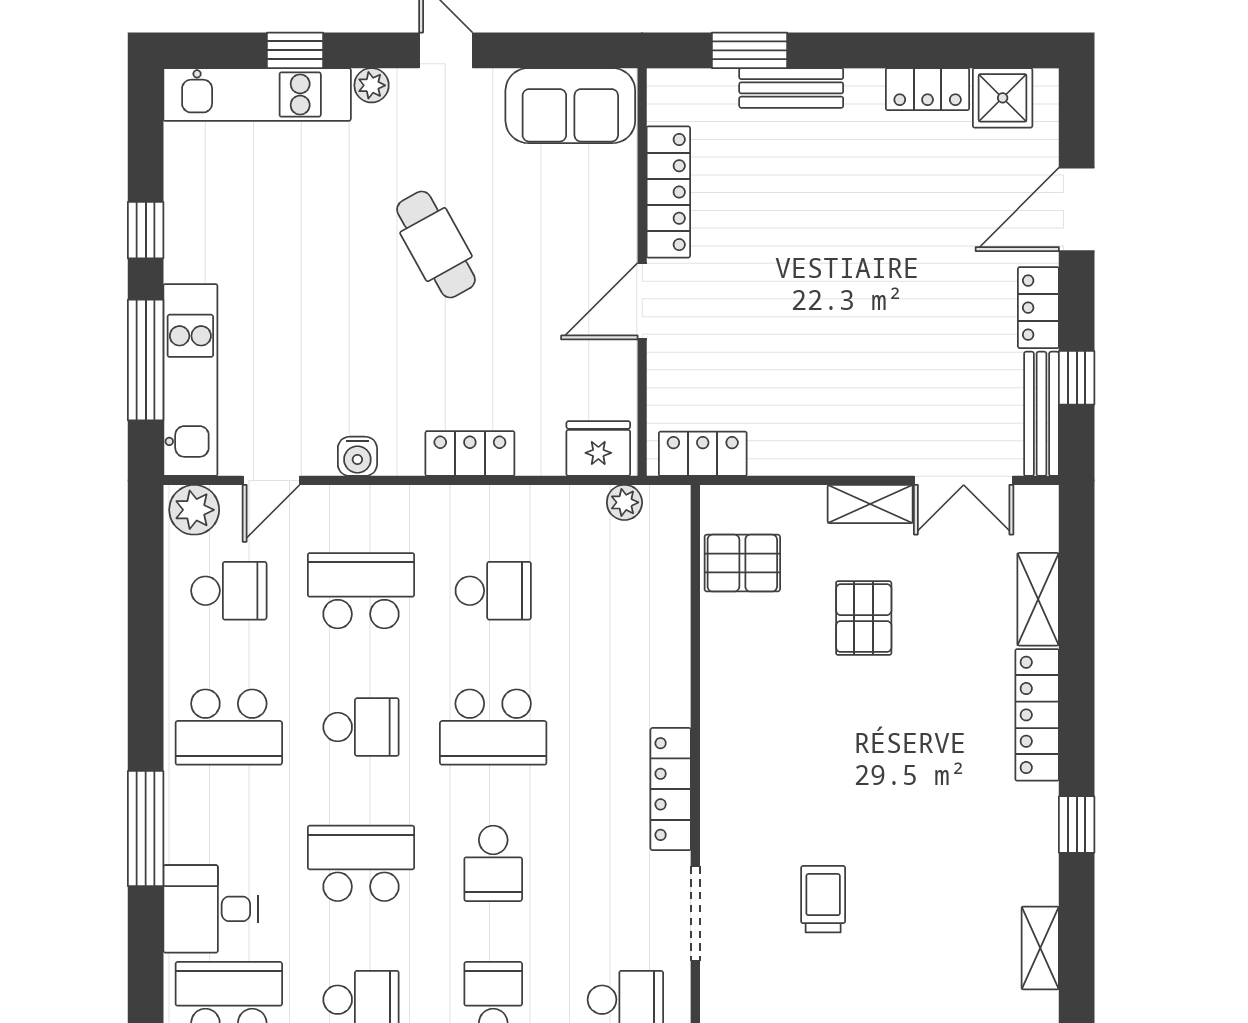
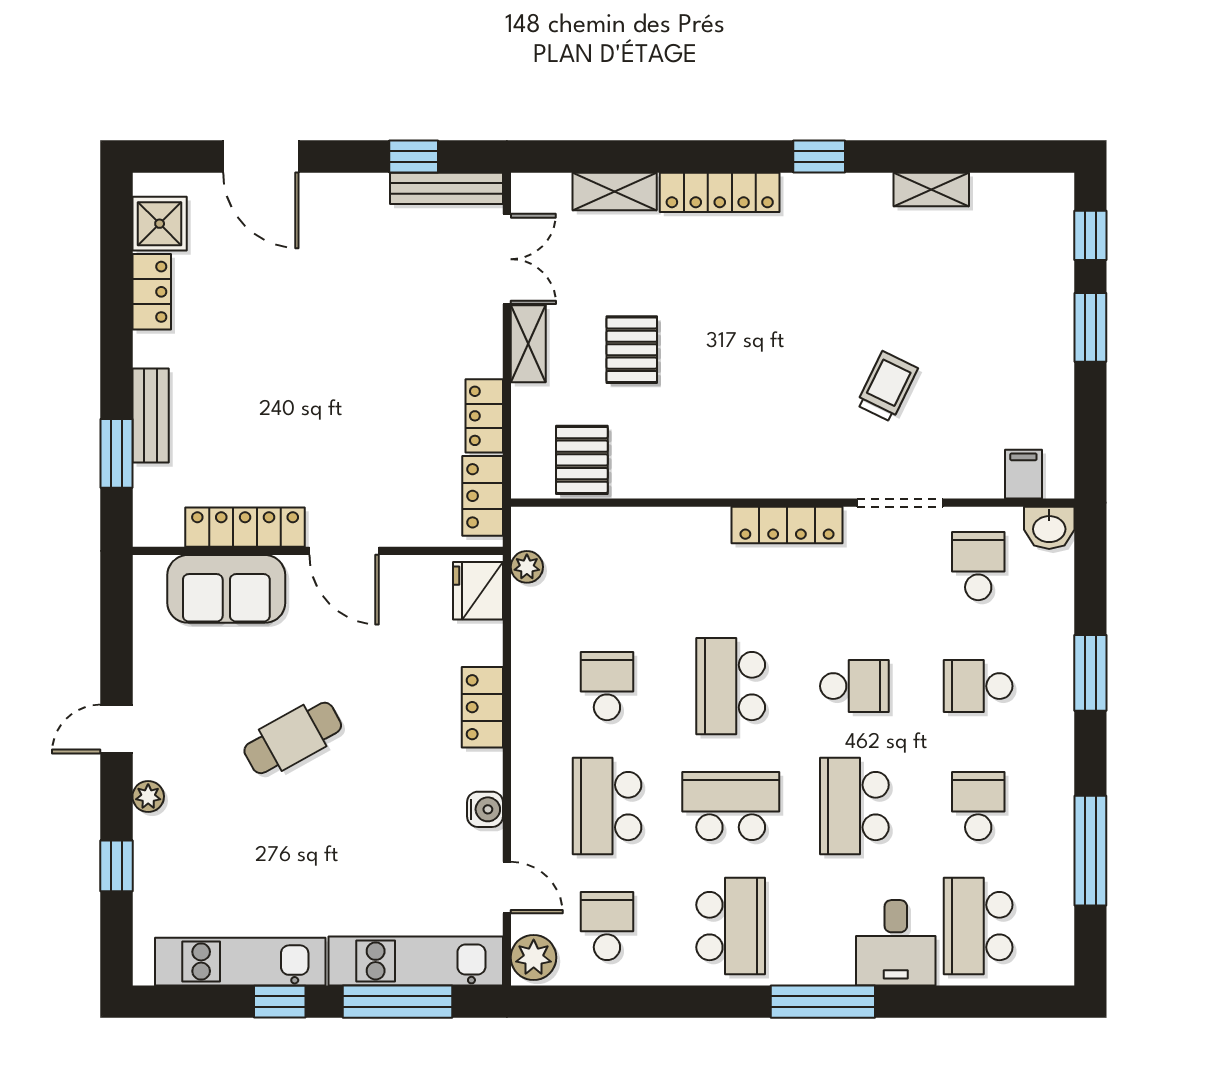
kitchen unit: (257, 94) -> (240, 962), moved, turned -90
sofa: (570, 106) -> (226, 589), moved, turned 90
locker: (1038, 308) -> (484, 416), moved, turned 90
pallet: (864, 618) -> (632, 350), turned 90
school desk: (361, 727) -> (731, 806), width x1.85
school desk: (493, 727) -> (731, 686), turned 180
trolley: (823, 899) -> (887, 387), turned 116

